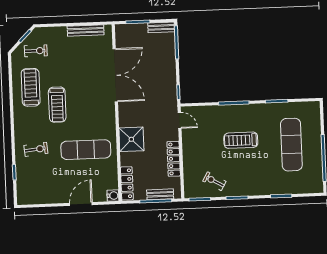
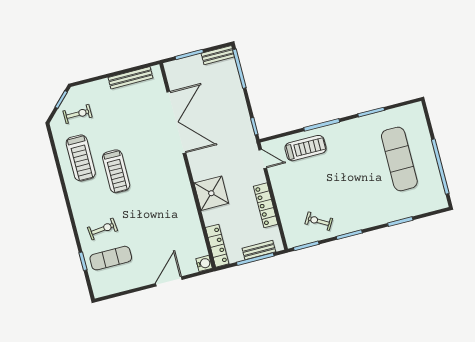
treadmill: (31, 87) -> (81, 158), turned 180
treadmill: (241, 140) -> (306, 148), moved, turned 180
exercise mat: (86, 150) -> (111, 258), moved, width x0.73, depth x0.69

